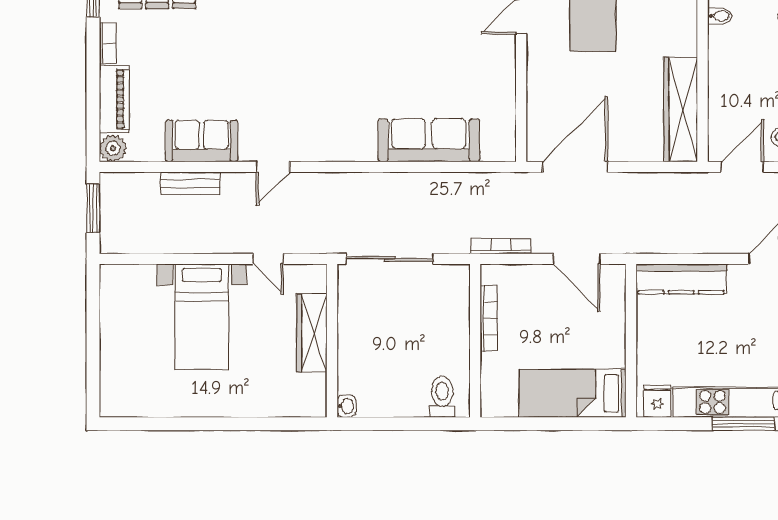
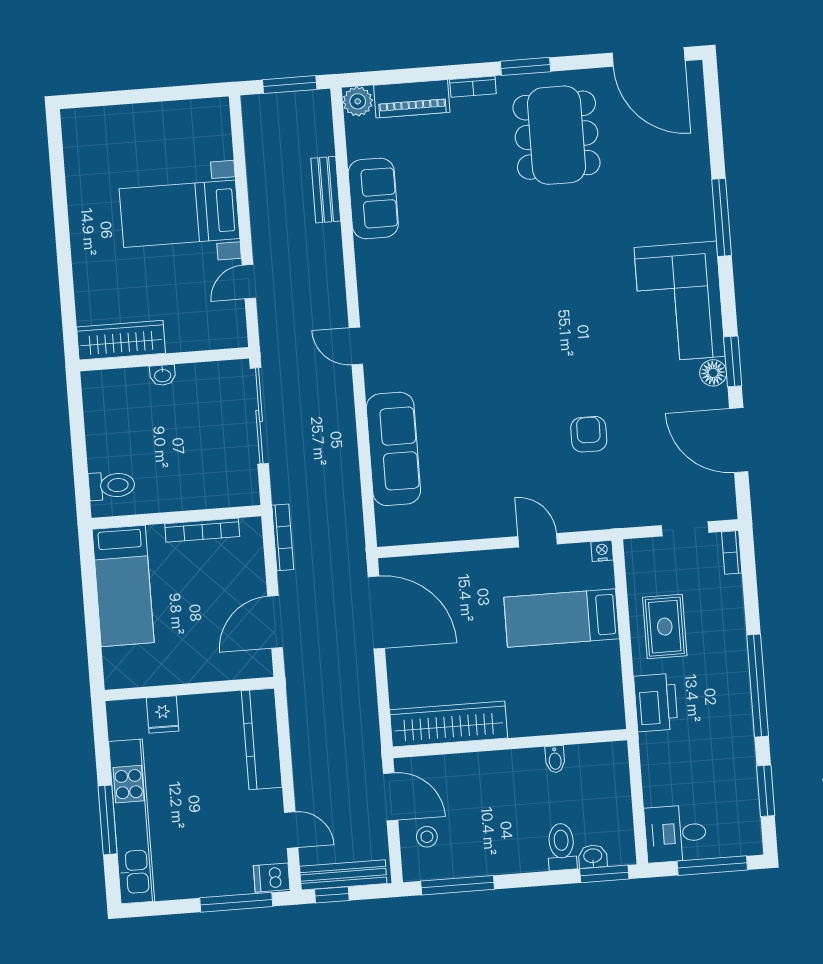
door: (273, 167) -> (356, 346), moved
wardrobe: (312, 333) -> (121, 340), moved
bed: (573, 393) -> (123, 586), moved, turned 180
fridge: (657, 401) -> (163, 714), moved, turned 90
washbasin: (346, 406) -> (163, 375), moved

